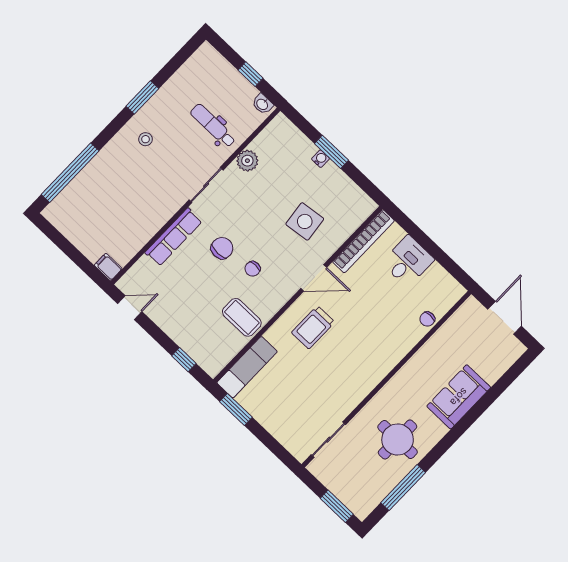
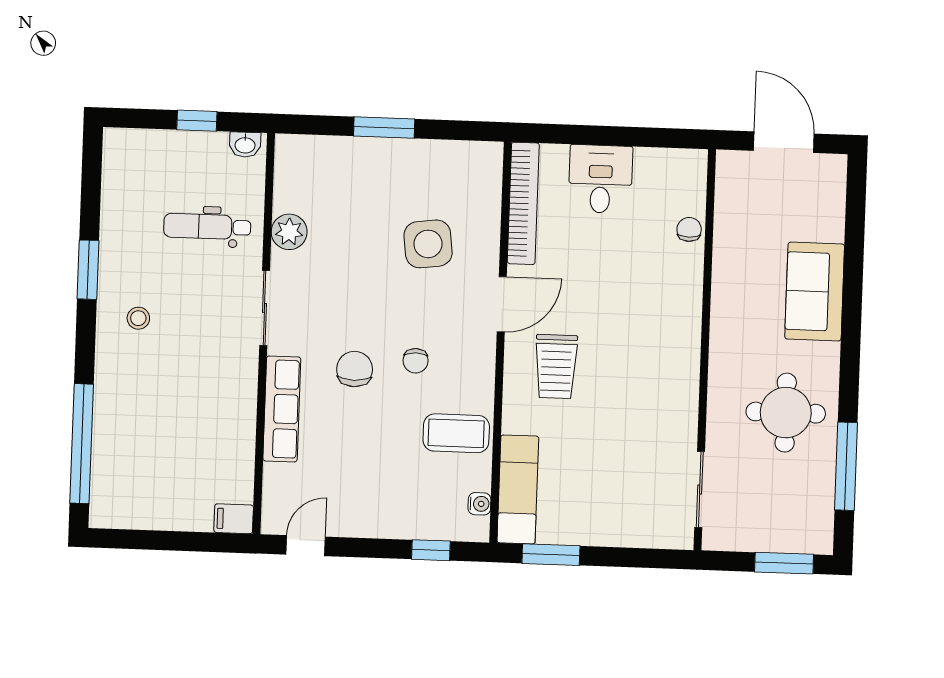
water cooler: (320, 159) -> (479, 504), moved, turned 90
chair: (427, 319) -> (689, 229), turned 180

